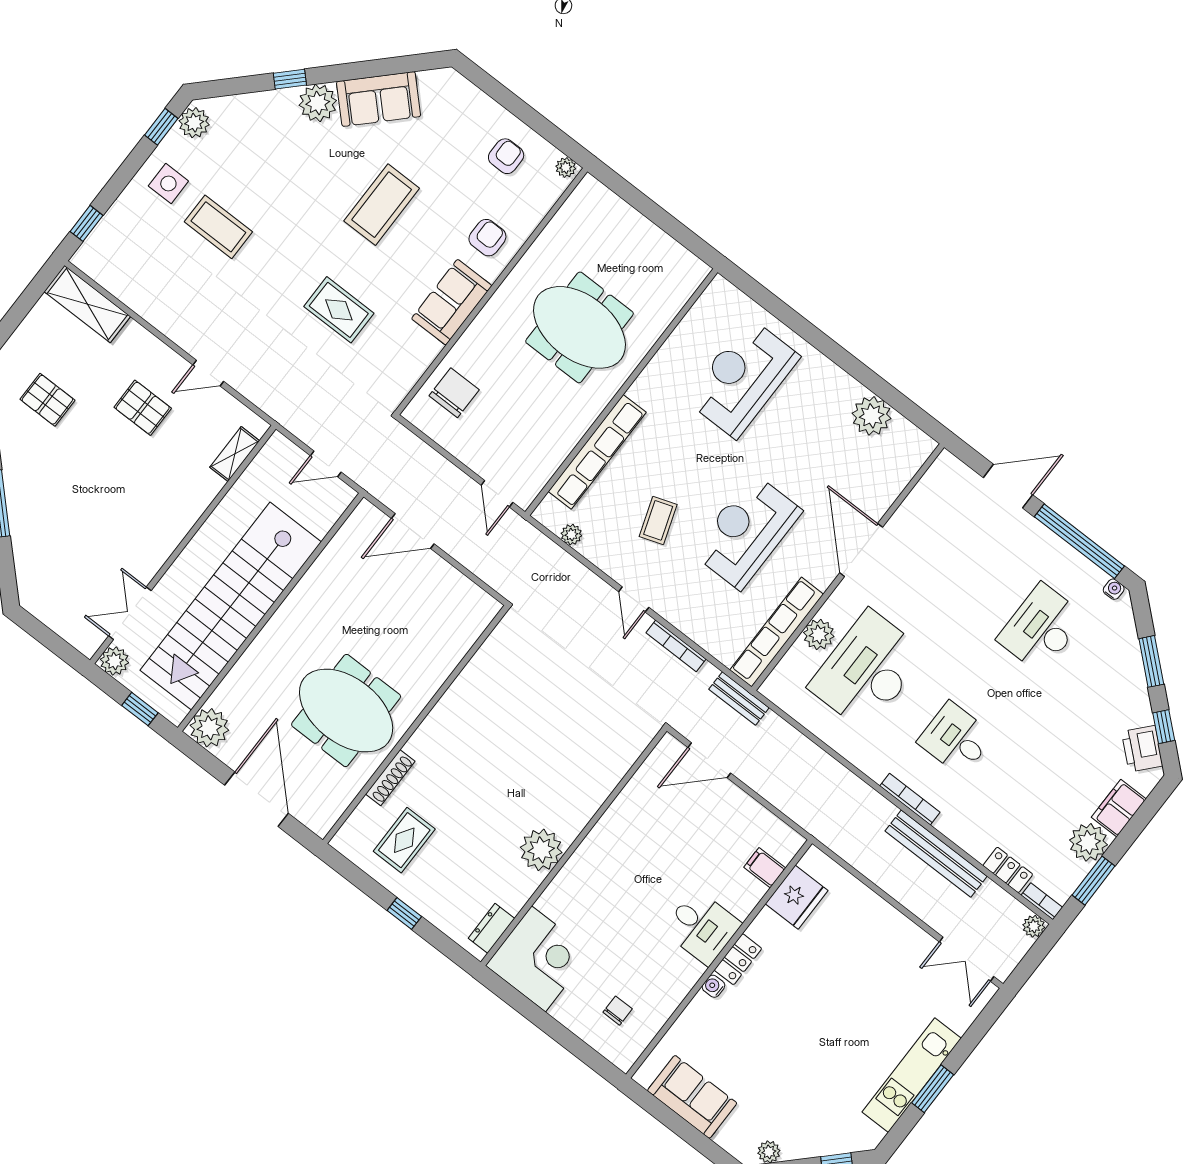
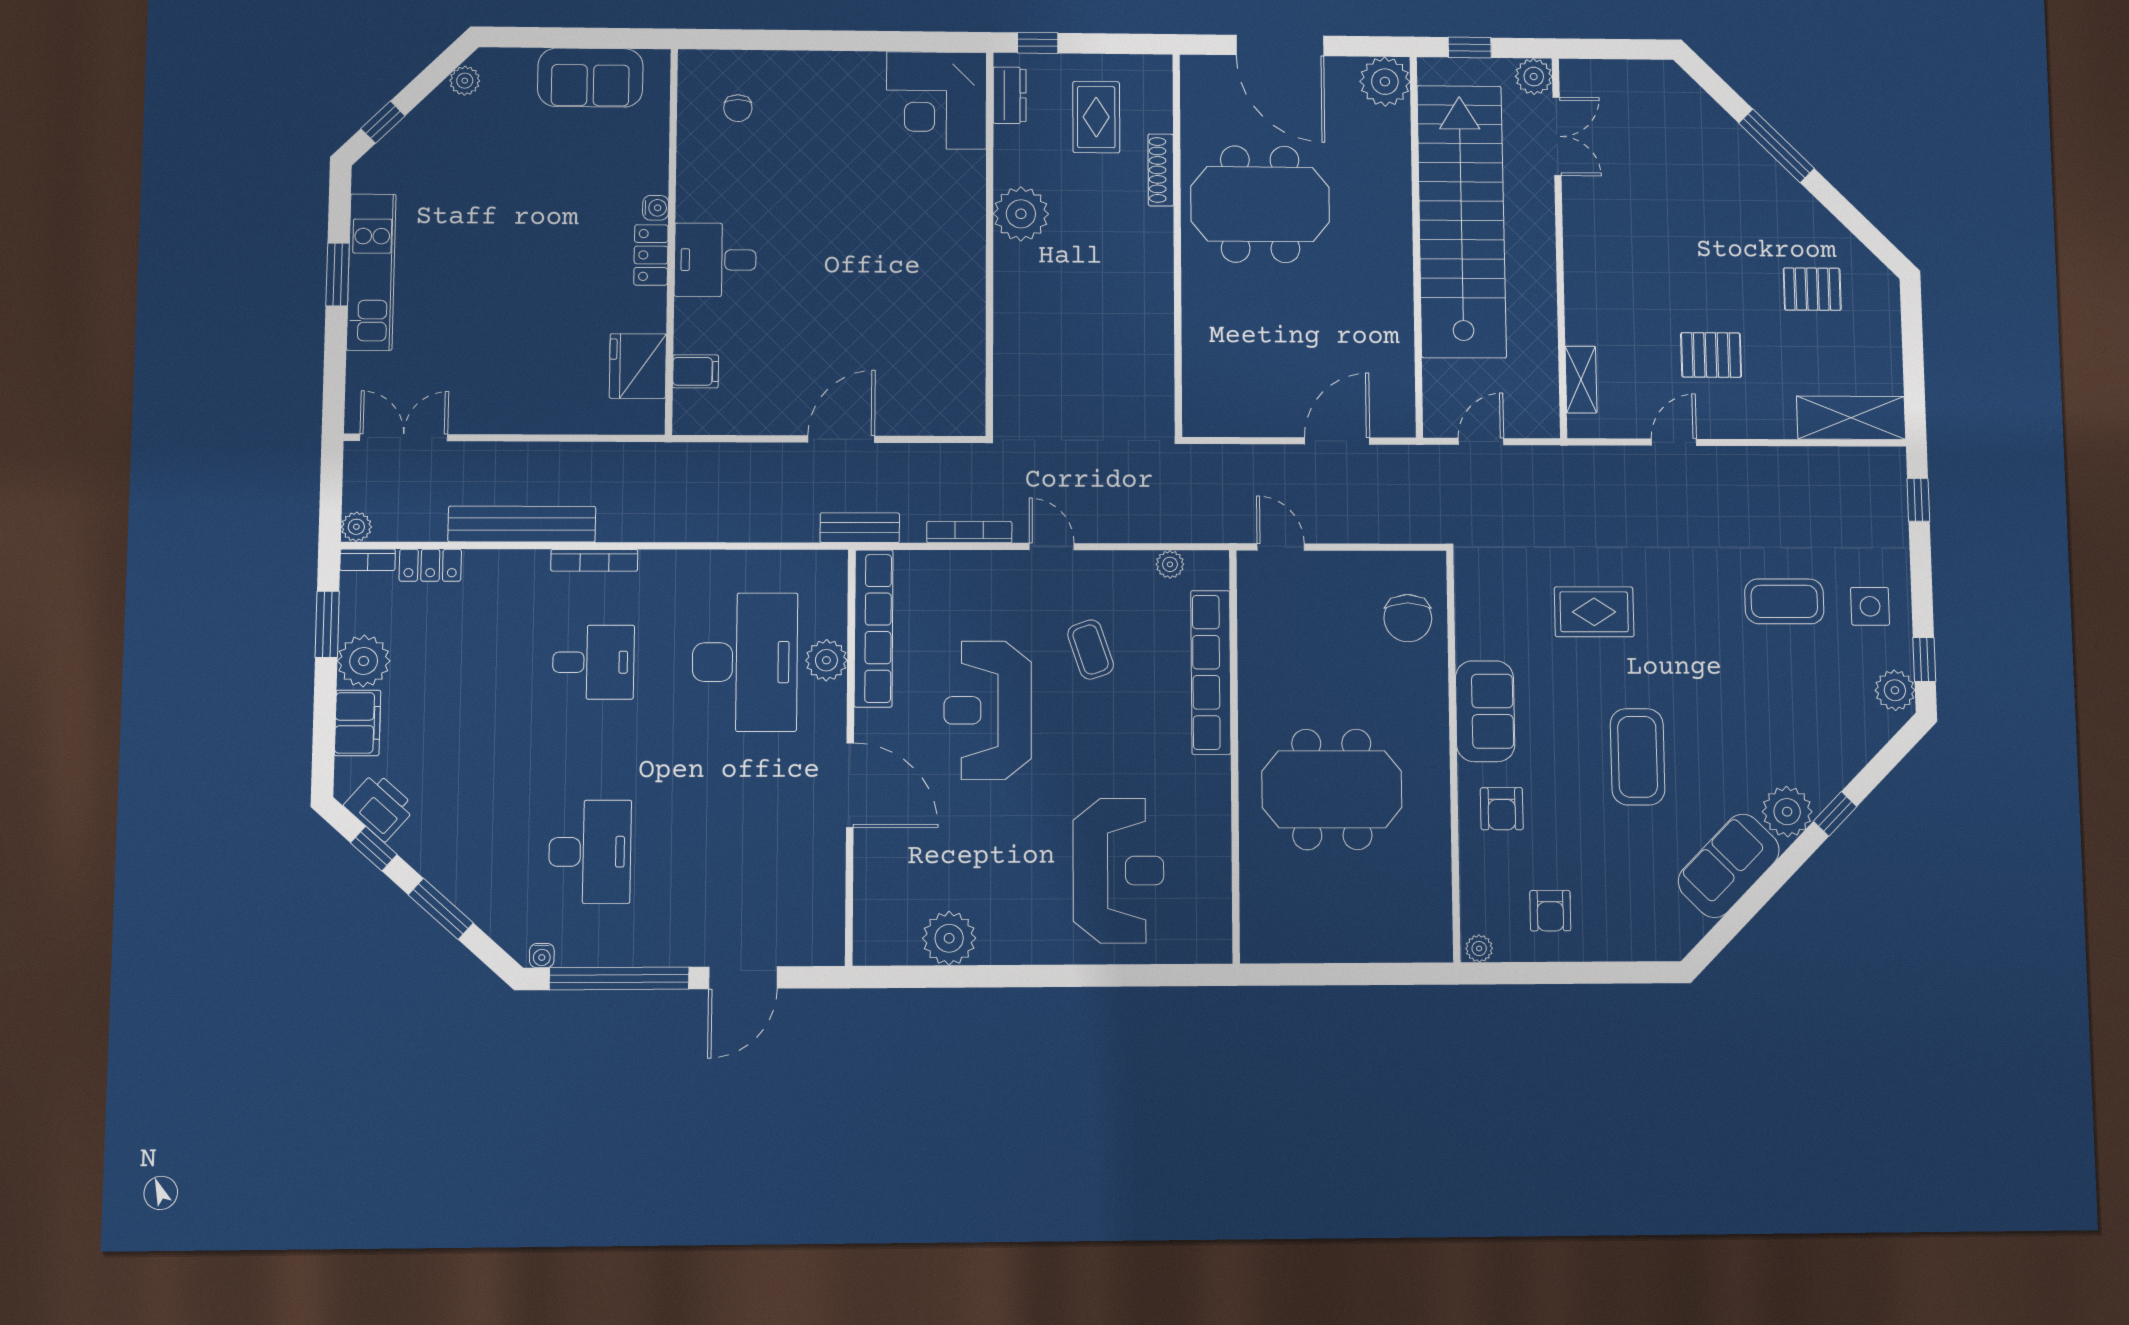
reception desk: (747, 532) -> (988, 710), turned 180
wall: (574, 847) -> (990, 243), moved
plant: (541, 850) -> (1021, 214), moved
dresser: (491, 928) -> (1010, 95), moved
corner desk: (538, 959) -> (937, 100), moved

